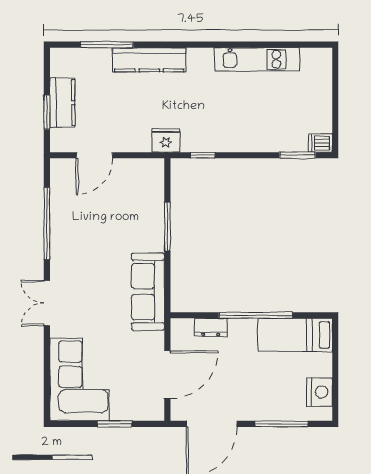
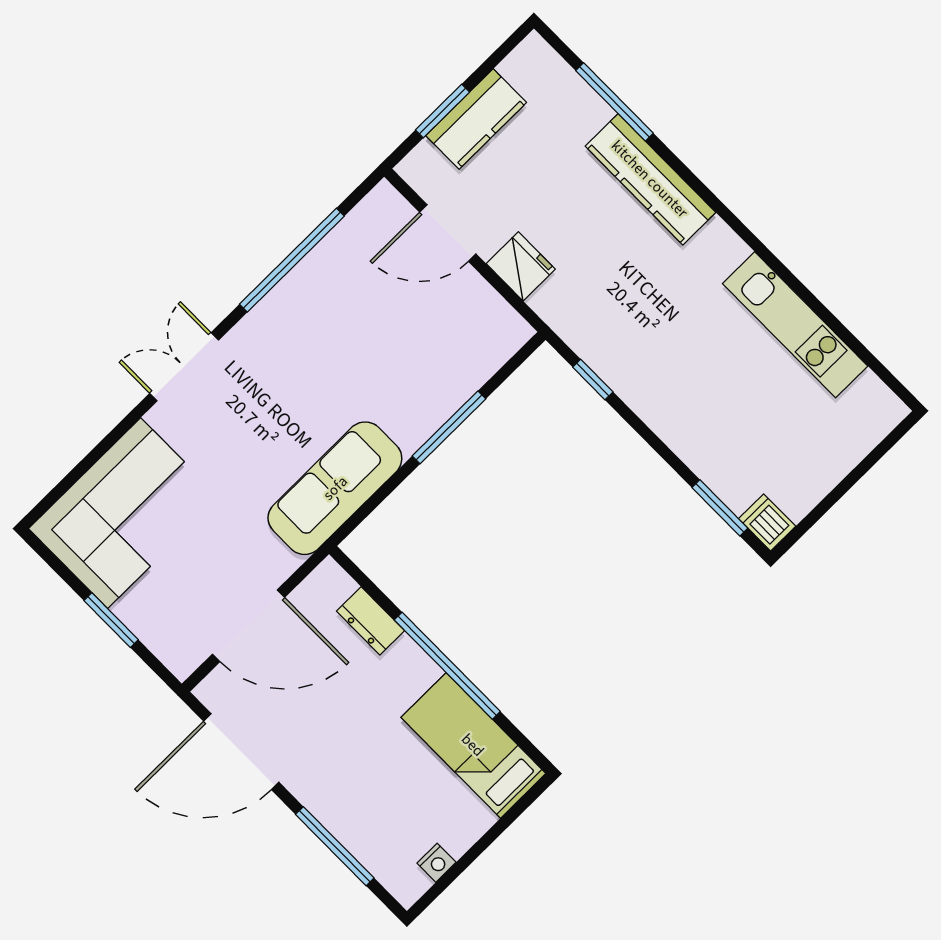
fridge: (166, 140) -> (521, 266), moved
nightstand: (320, 392) -> (437, 863), width x0.53, depth x0.56

